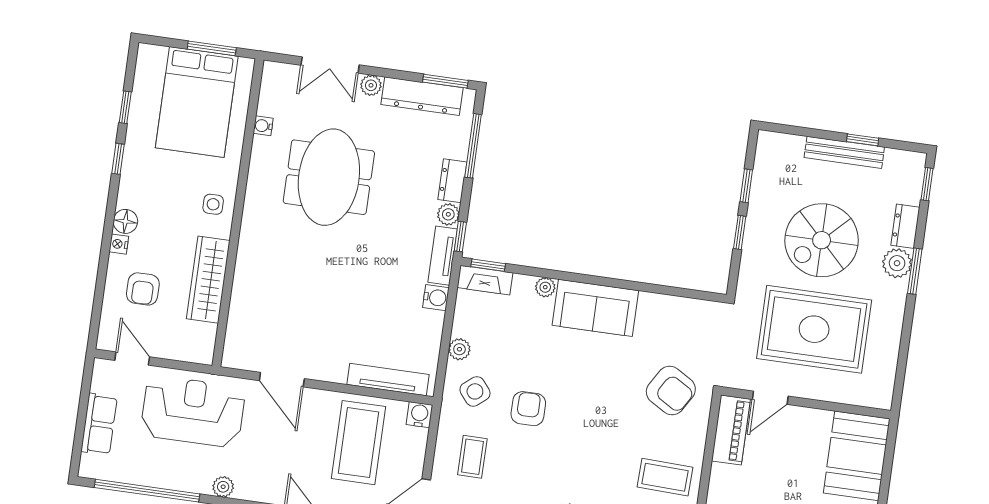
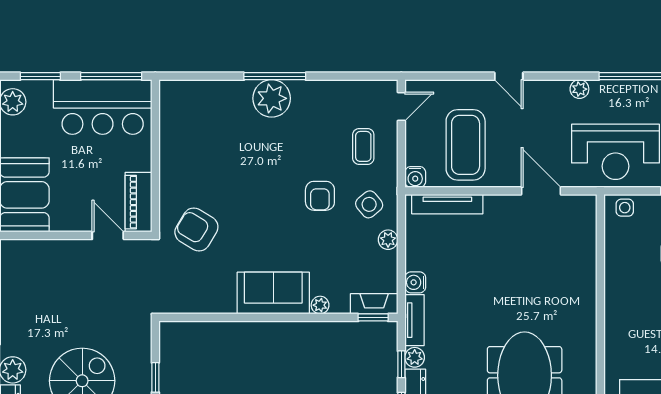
side table: (213, 204) -> (625, 208), moved
window: (460, 237) -> (401, 364), moved
wardrobe: (208, 280) -> (618, 270), removed
rug: (814, 329) -> (78, 301), removed
door: (770, 398) -> (108, 235), hinge flipped
coffee table: (665, 477) -> (191, 152), removed

